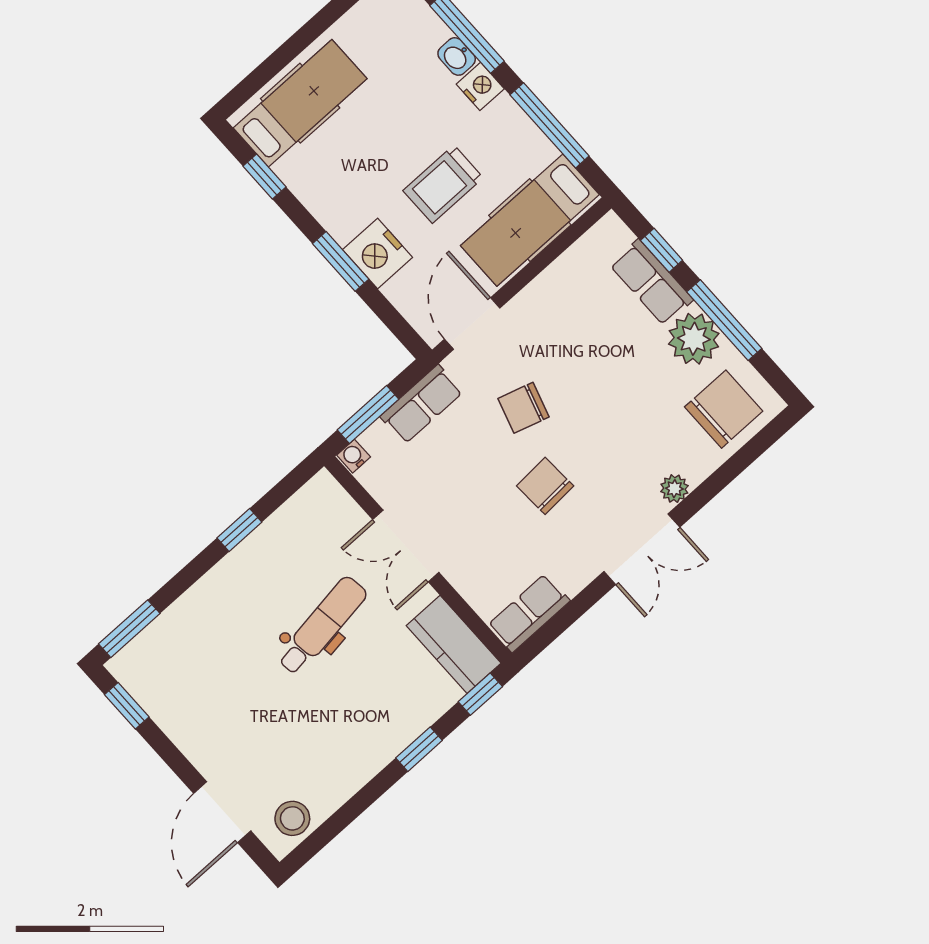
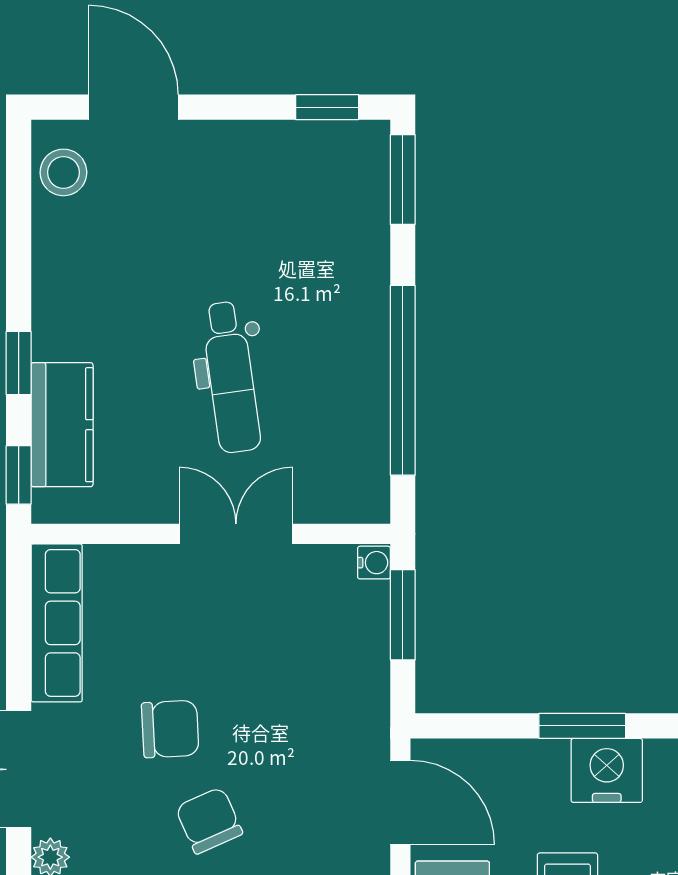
nightstand: (378, 254) -> (607, 770), moved
row of seats: (422, 404) -> (365, 678), removed
chair: (524, 408) -> (209, 821), moved, turned -41
window: (239, 530) -> (403, 380), width x3.17
row of seats: (529, 613) -> (57, 623), width x1.48
kitchen counter: (454, 644) -> (62, 425), moved, turned 90

